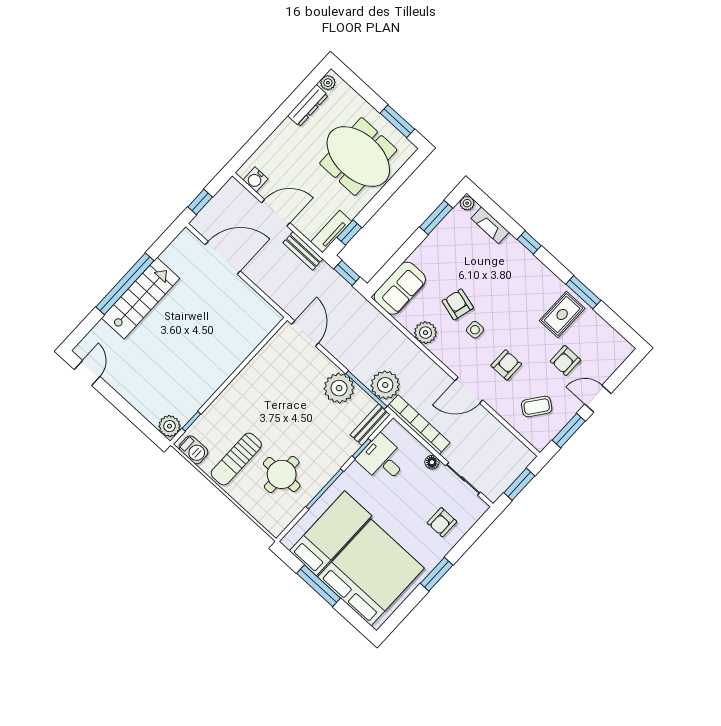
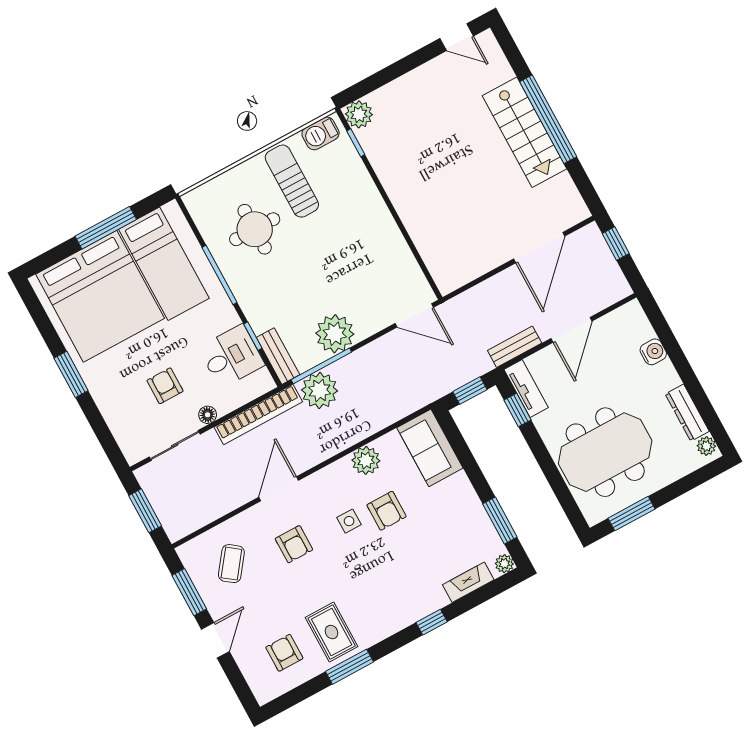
water cooler: (256, 179) -> (653, 352), moved, turned 90
armchair: (458, 304) -> (387, 511), turned 75
armchair: (565, 361) -> (284, 653), moved
armchair: (442, 522) -> (165, 386), moved

